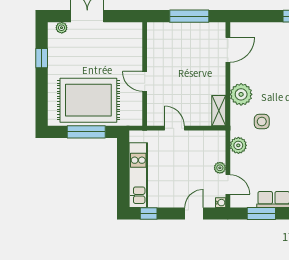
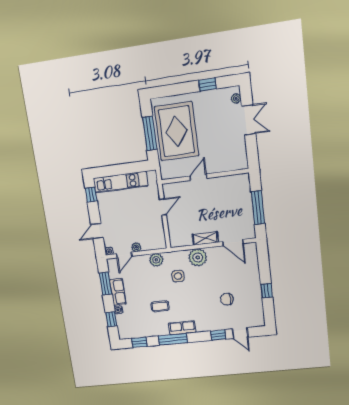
shelving: (219, 111) -> (205, 238), moved
door: (194, 213) -> (97, 231), swing flipped

